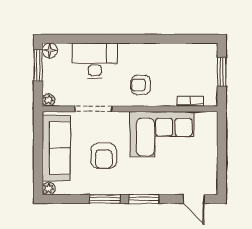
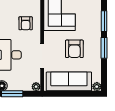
armchair: (104, 156) -> (74, 49), turned 90

